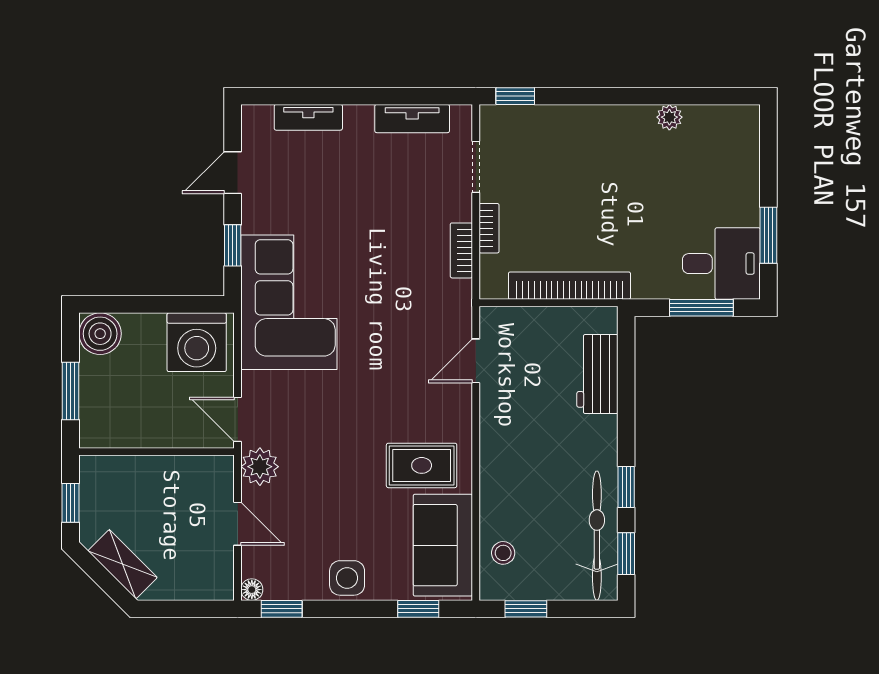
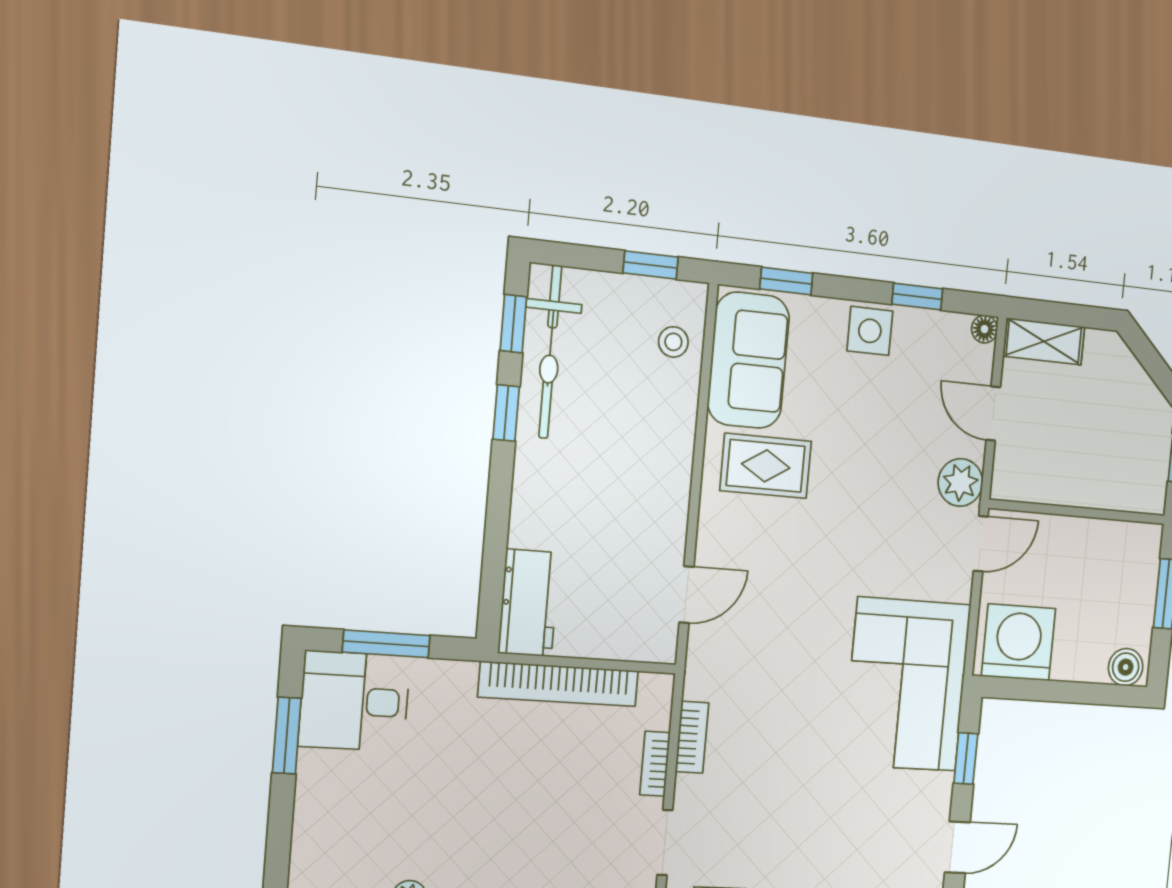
boiler: (100, 334) -> (1126, 667), width x0.73, depth x0.73
workbench: (597, 374) -> (529, 603), moved
door: (238, 419) -> (981, 544), hinge flipped
shelving: (123, 564) -> (1044, 341), moved, turned -45
window: (282, 609) -> (917, 297), moved

